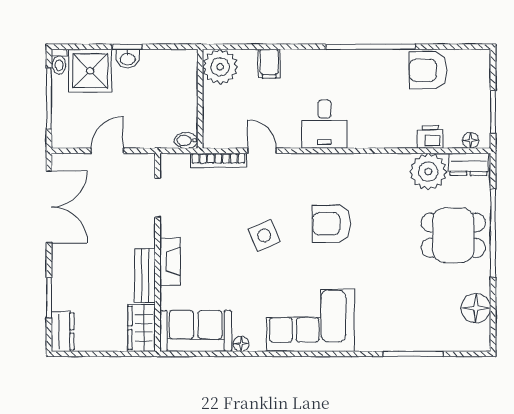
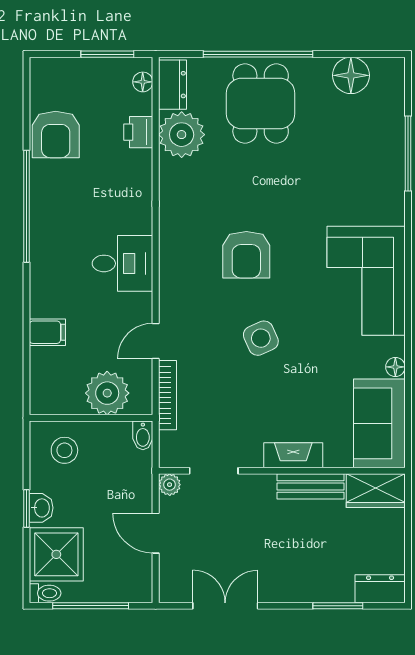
plant: (220, 67) -> (107, 393), moved
stool: (174, 77) -> (64, 450), added
plant: (146, 162) -> (170, 485), added
double door: (49, 207) -> (225, 606), width x0.73

